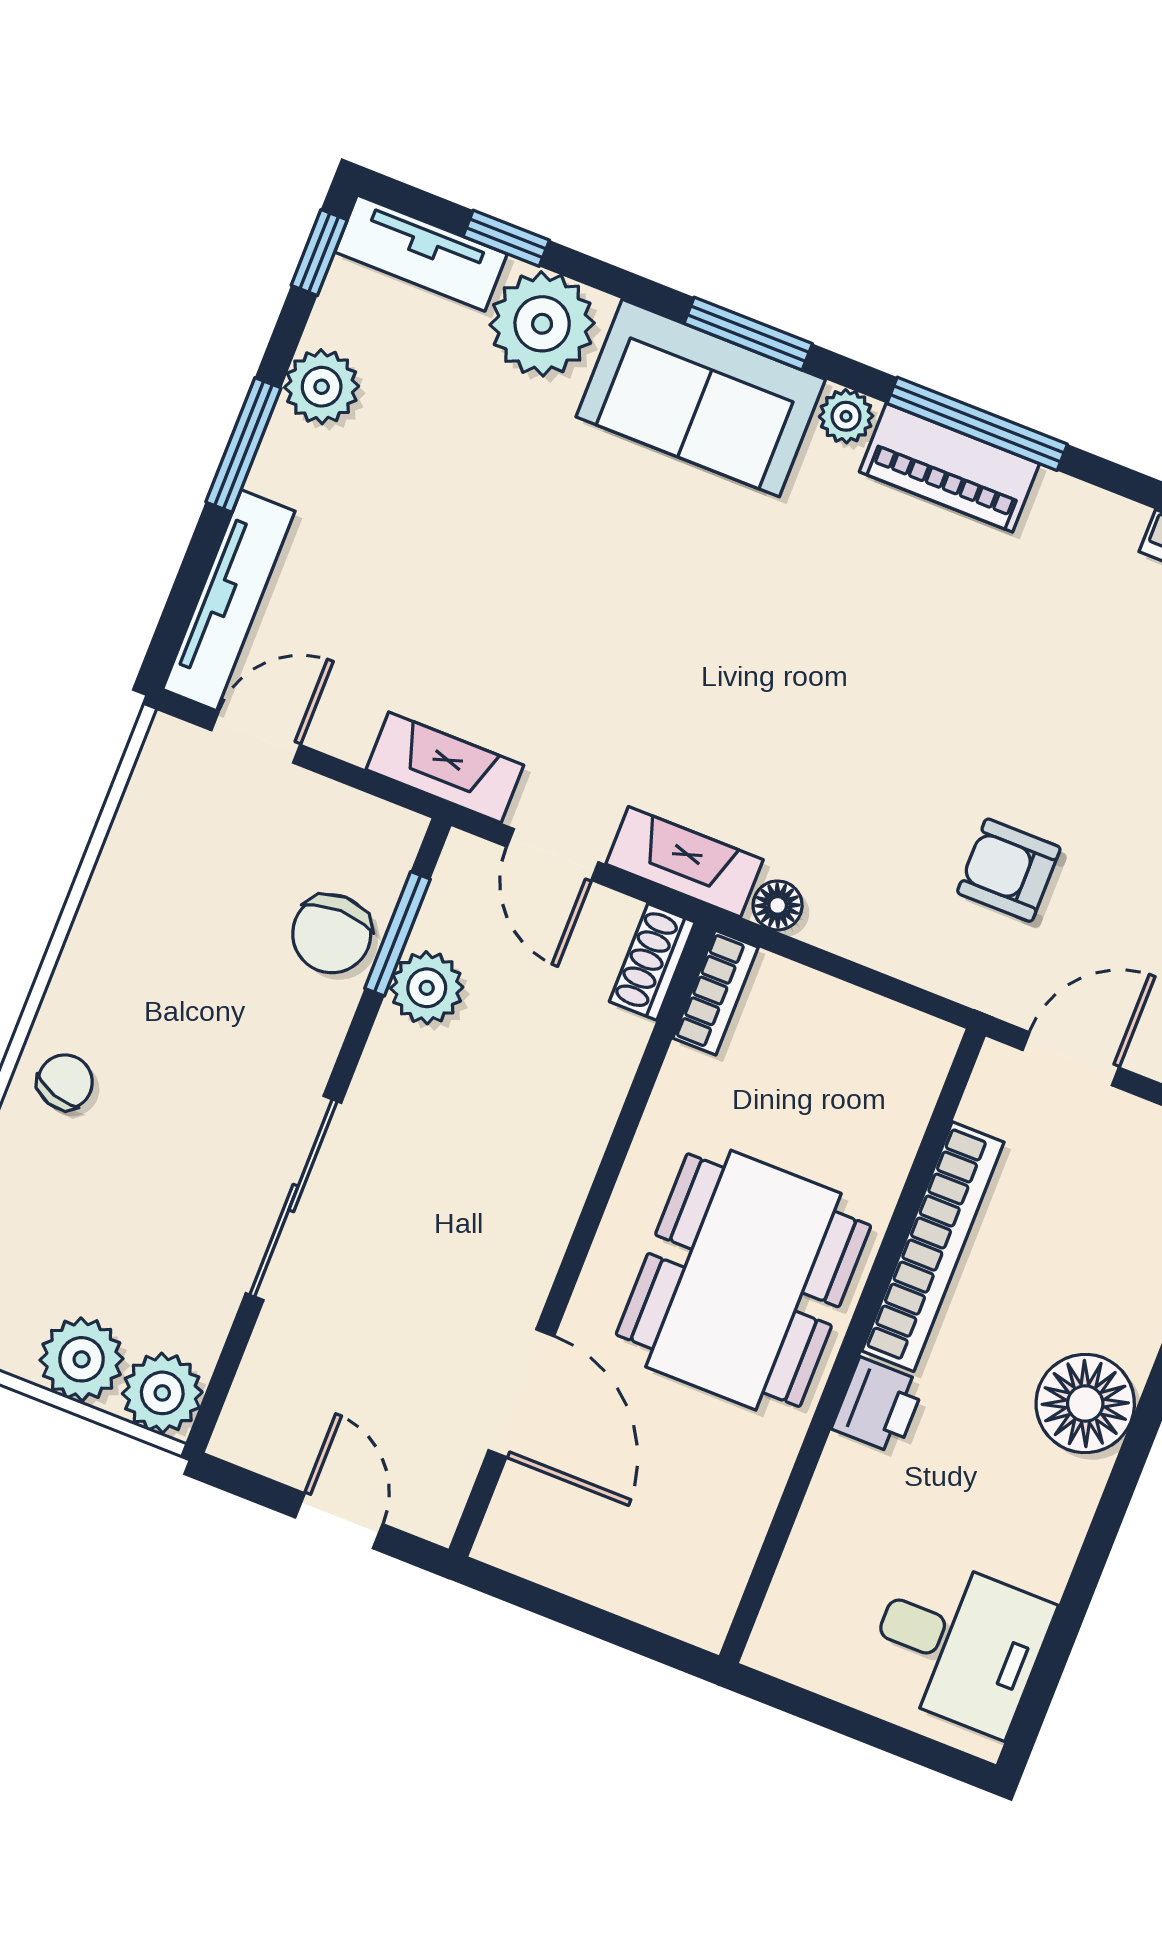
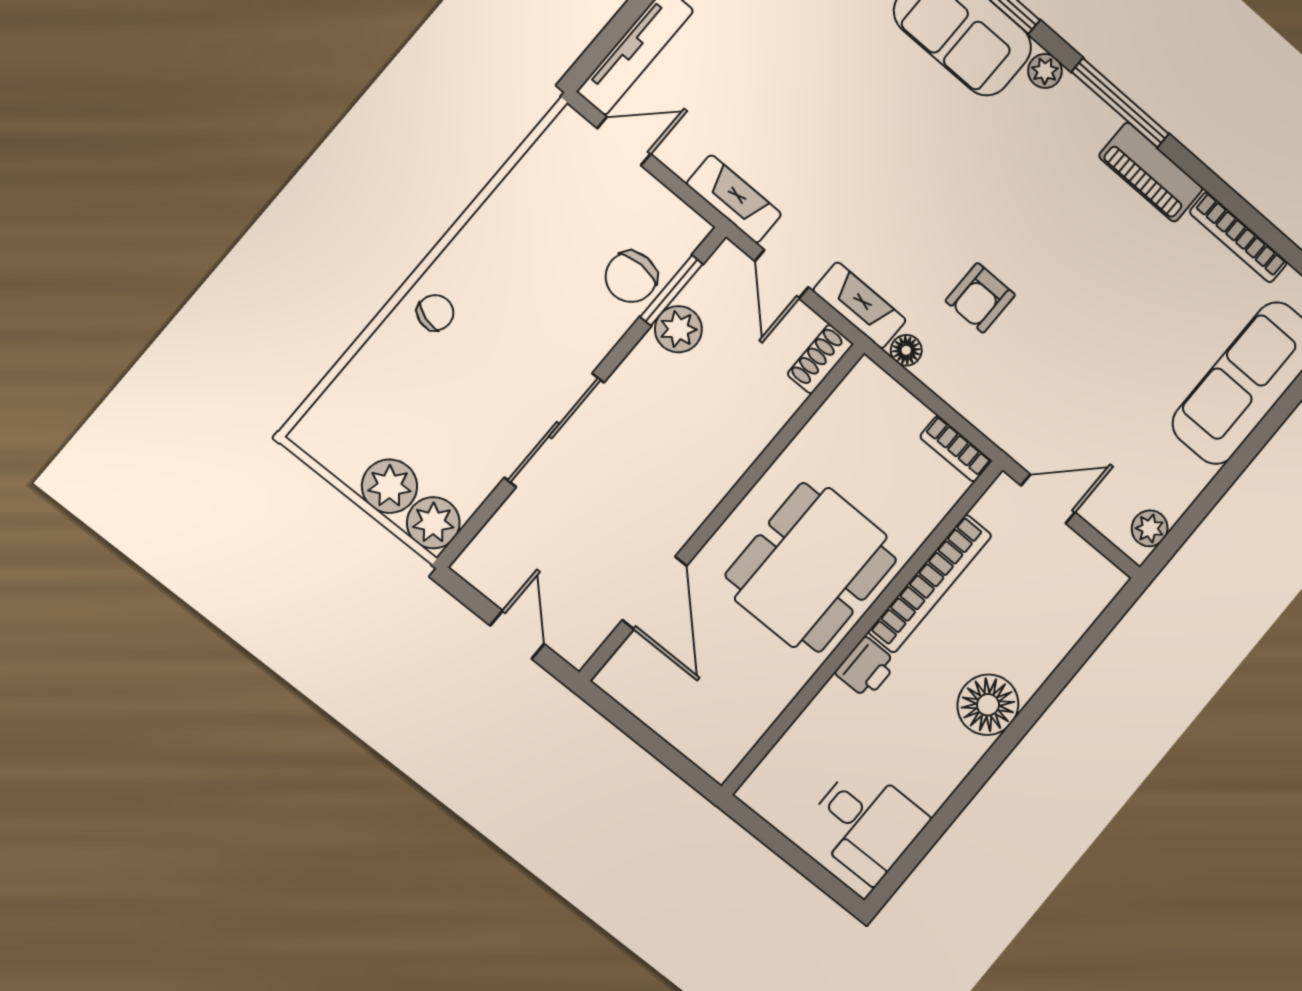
piano: (949, 468) -> (1151, 172), moved
armchair: (1009, 870) -> (980, 298), moved, turned -90
bookcase: (716, 993) -> (956, 449), moved, turned 90

